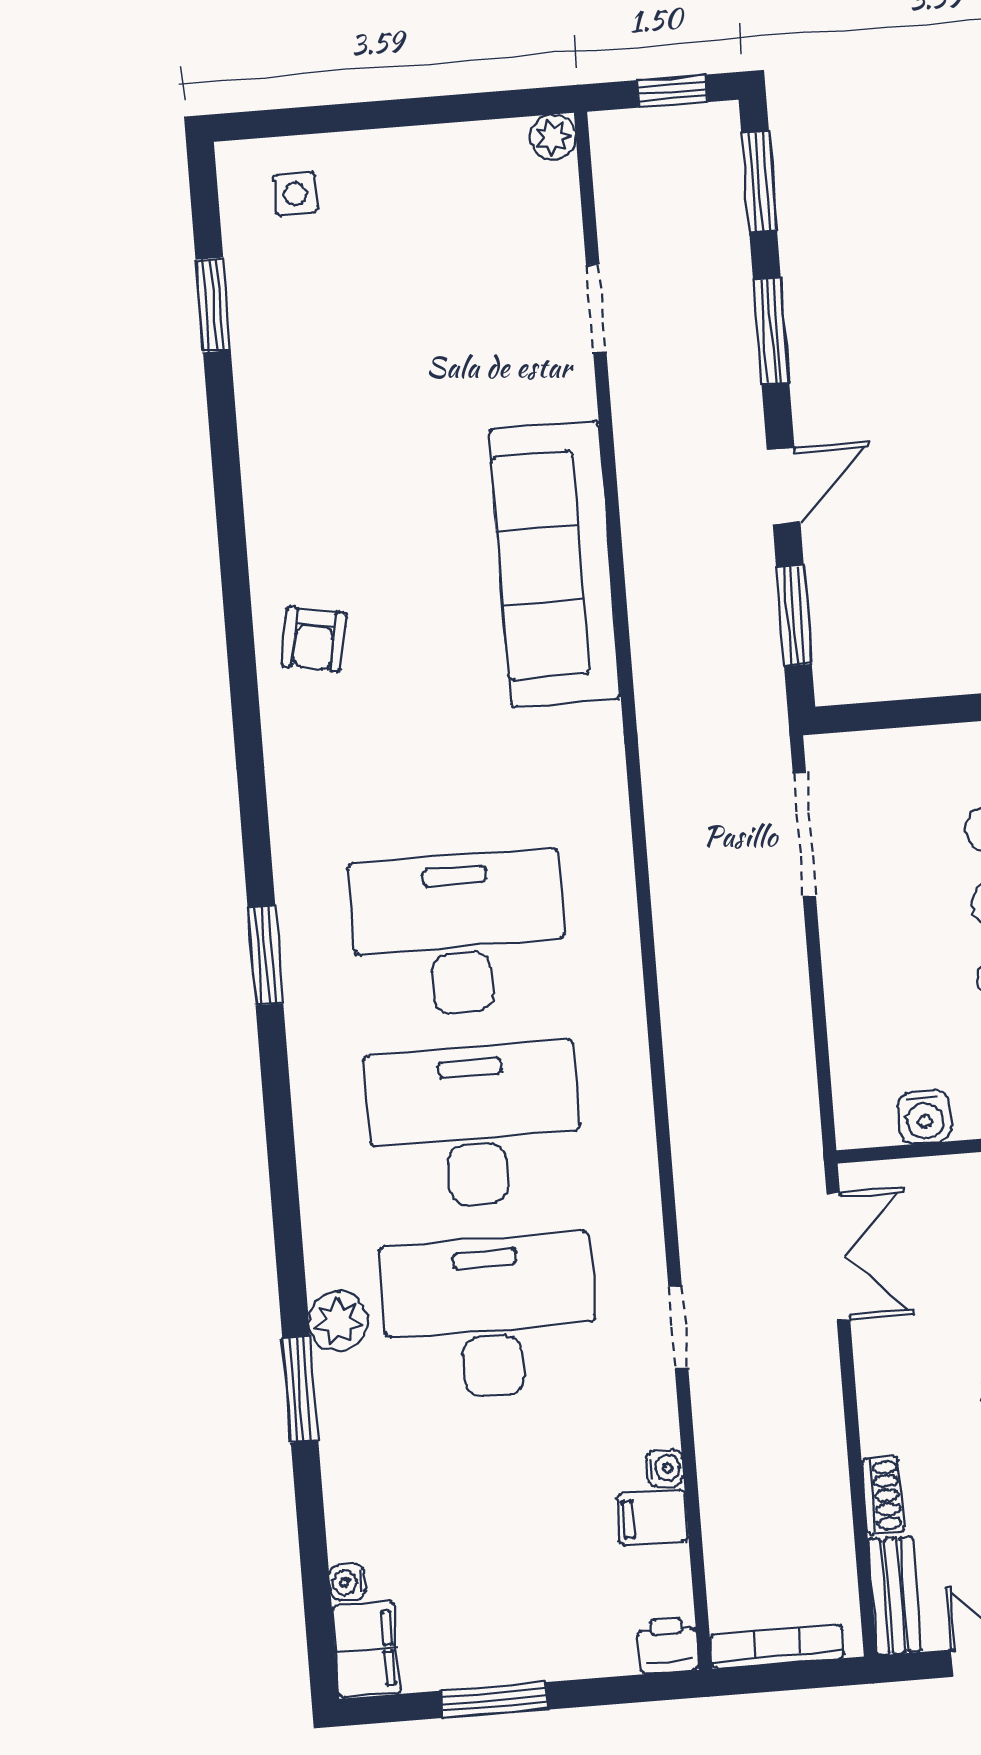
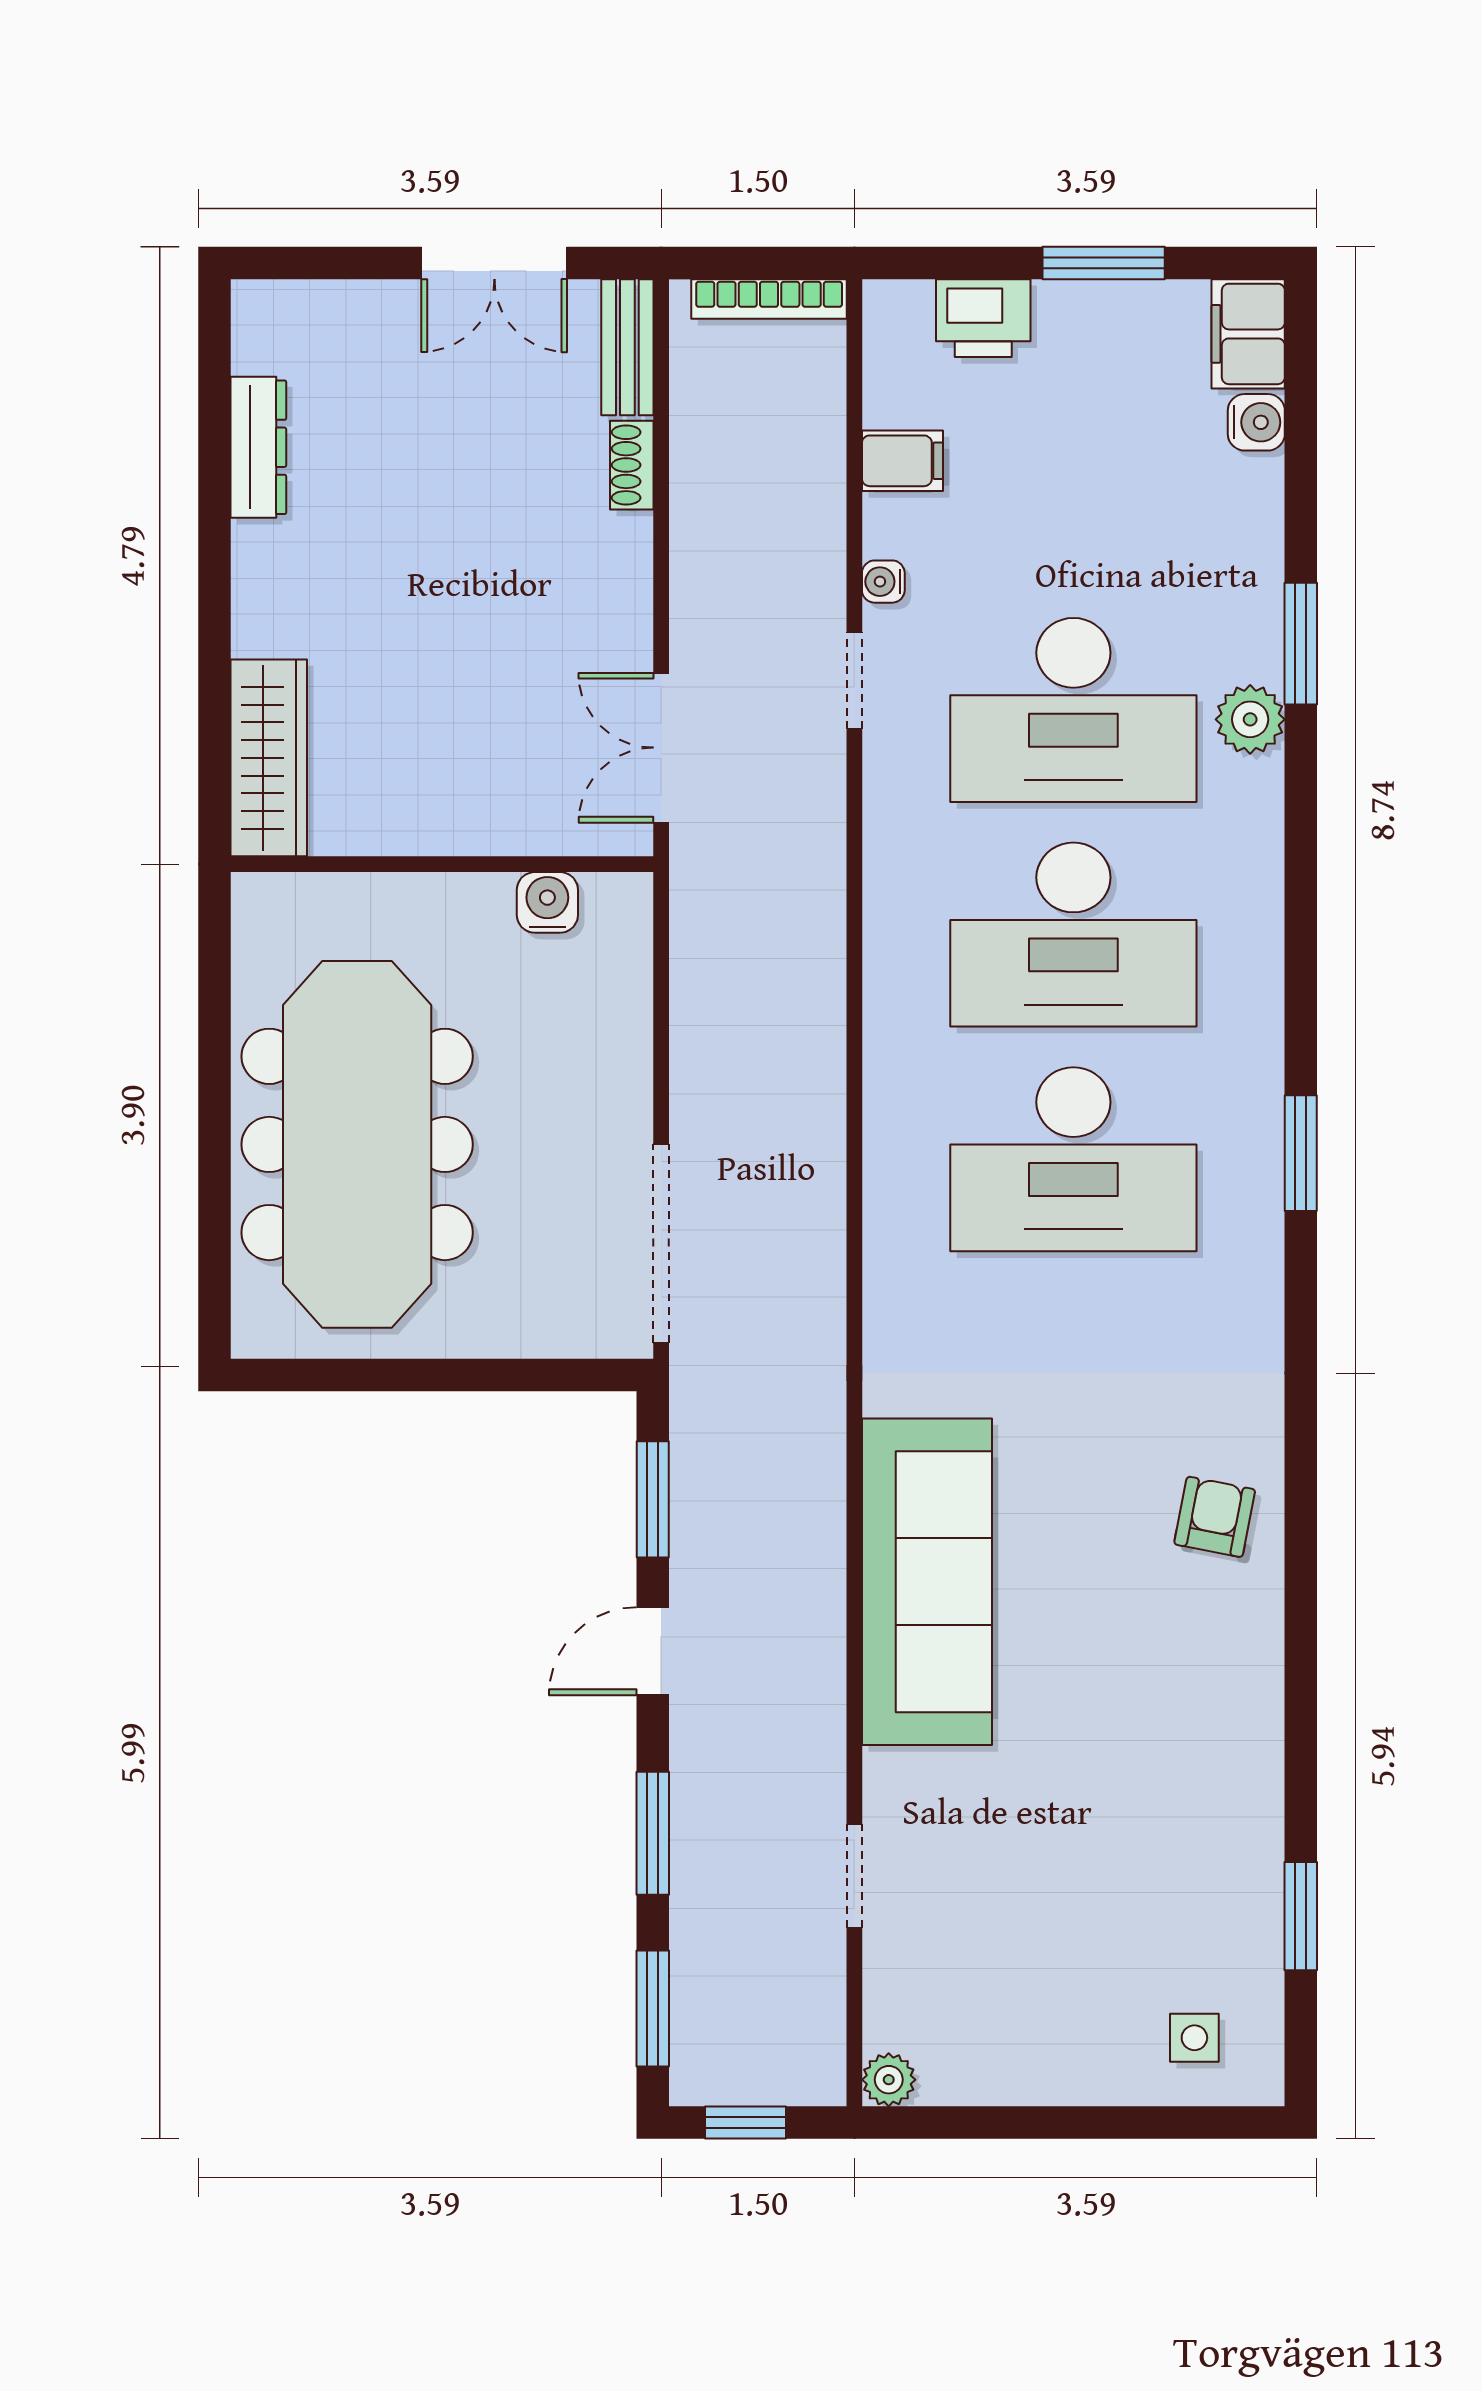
doorway: (804, 834) -> (661, 1243), width x1.36
water cooler: (665, 1468) -> (883, 582), moved
water cooler: (347, 1582) -> (1256, 422), width x1.38, depth x1.38
printer: (668, 1645) -> (983, 318), moved, width x1.36, depth x1.24

